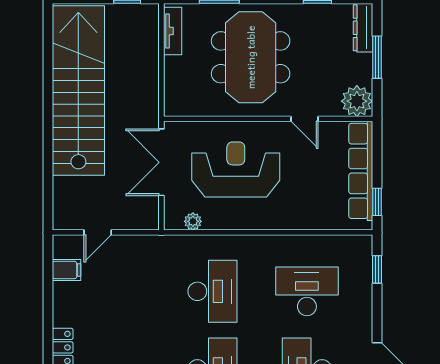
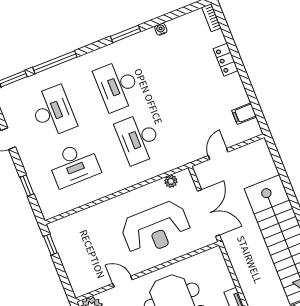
row of seats: (361, 171) -> (70, 261), removed
door: (98, 232) -> (218, 154), moved
window: (377, 269) -> (27, 186), moved

